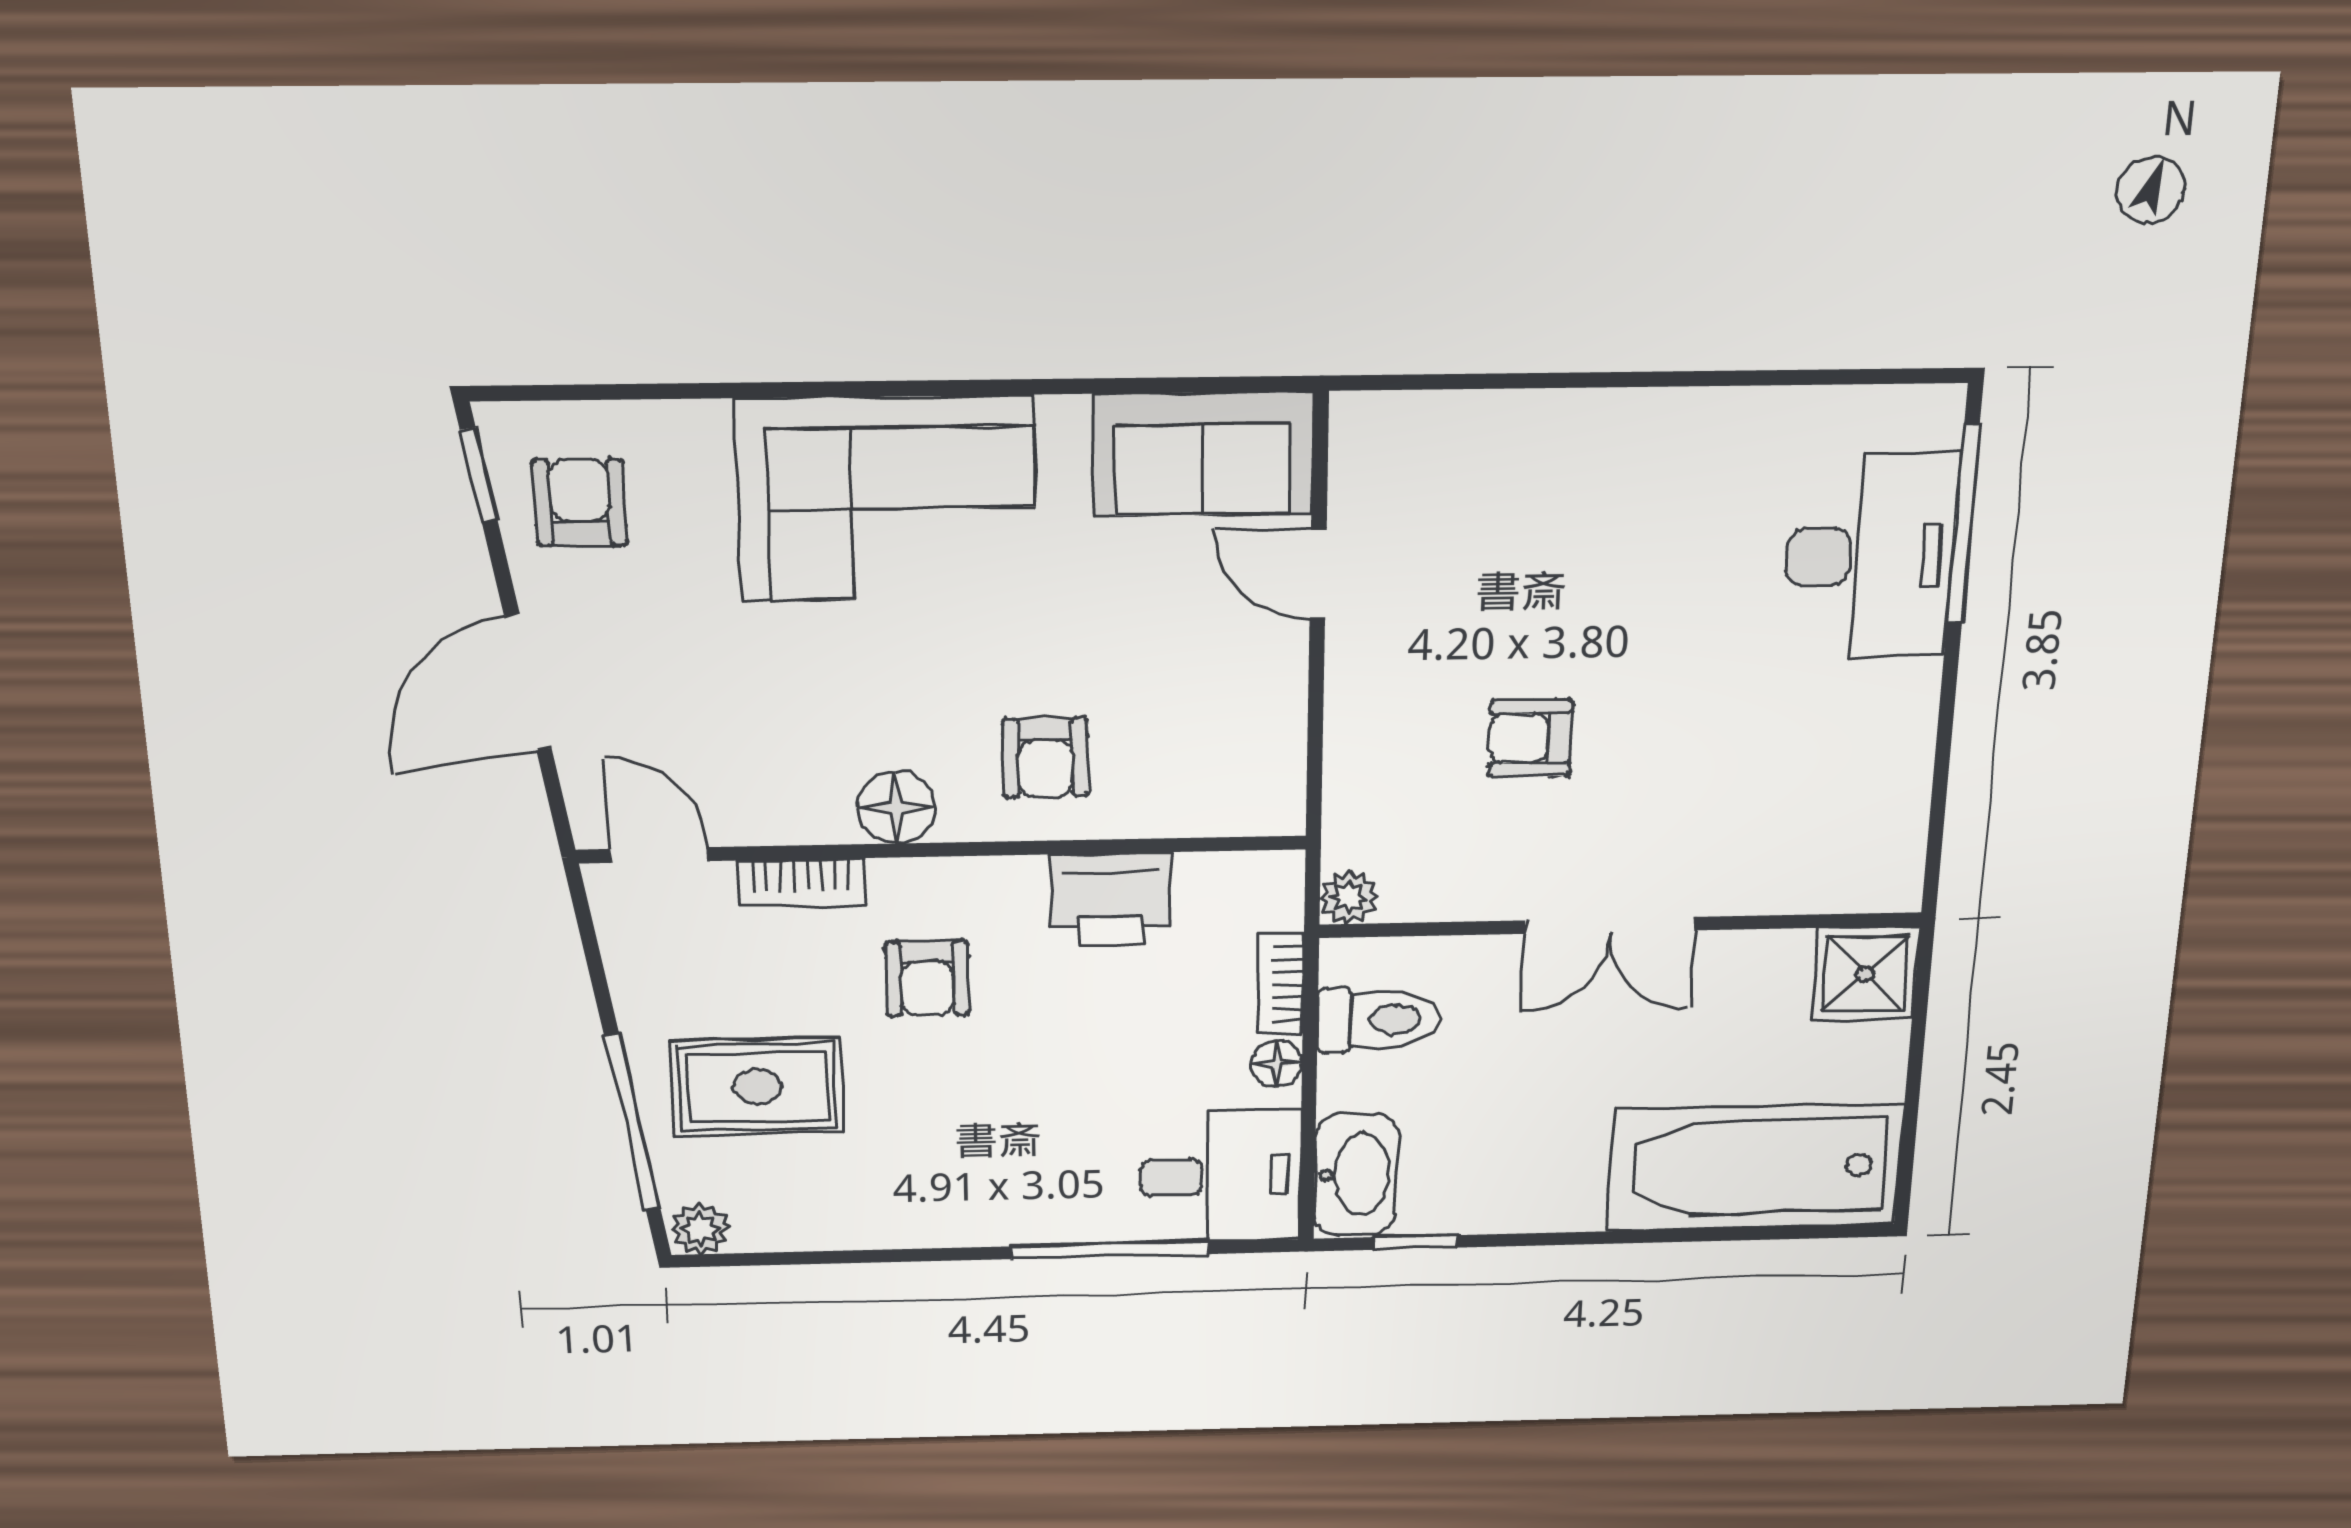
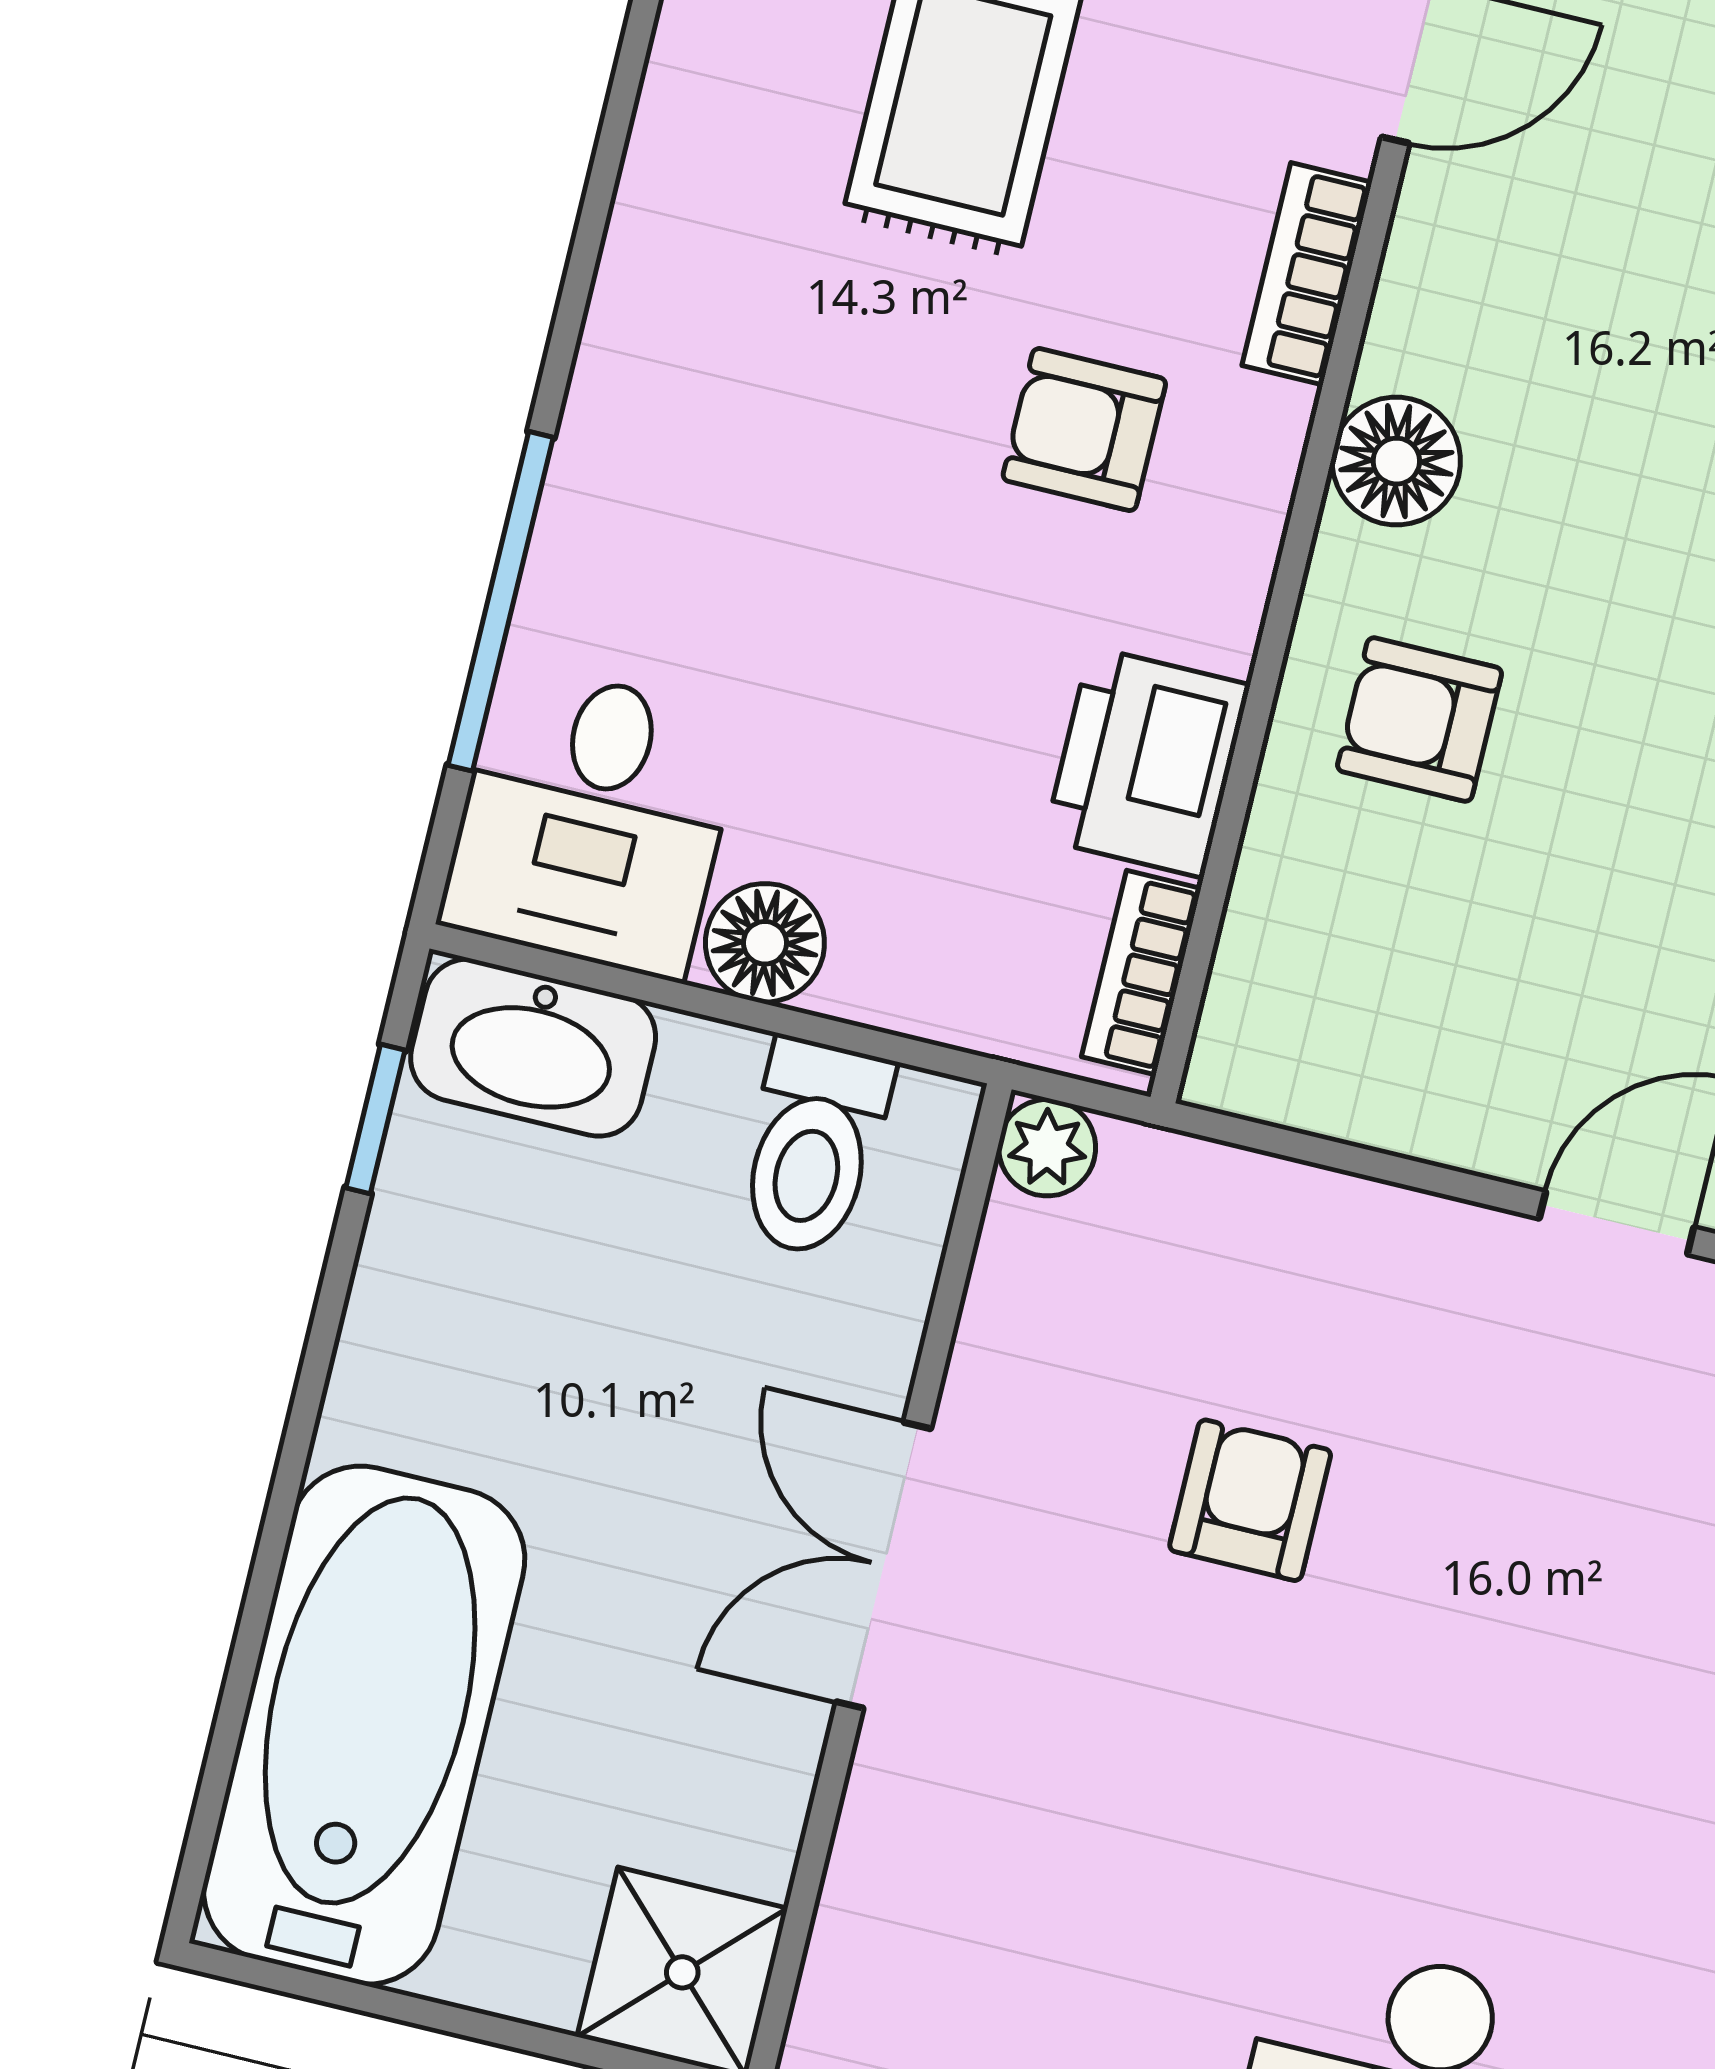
bookcase: (1281, 984) -> (1141, 973), moved, turned -90
floor lamp: (1277, 1064) -> (765, 943), width x1.37, depth x1.37

